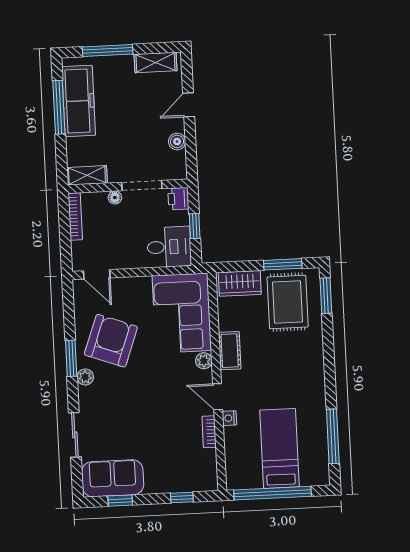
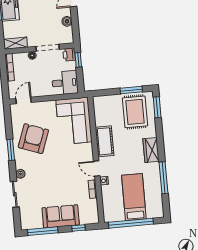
window: (195, 226) -> (78, 60), moved
door: (97, 274) -> (24, 100), swing flipped
wardrobe: (240, 283) -> (151, 150), moved, turned 90
cot: (230, 351) -> (105, 141), width x1.37, depth x1.34
plant: (204, 361) -> (88, 148), removed
plant: (85, 377) -> (21, 174), moved
window: (333, 436) -> (164, 178), moved
sofa: (113, 478) -> (61, 216), moved
window: (120, 501) -> (43, 231), width x2.17

